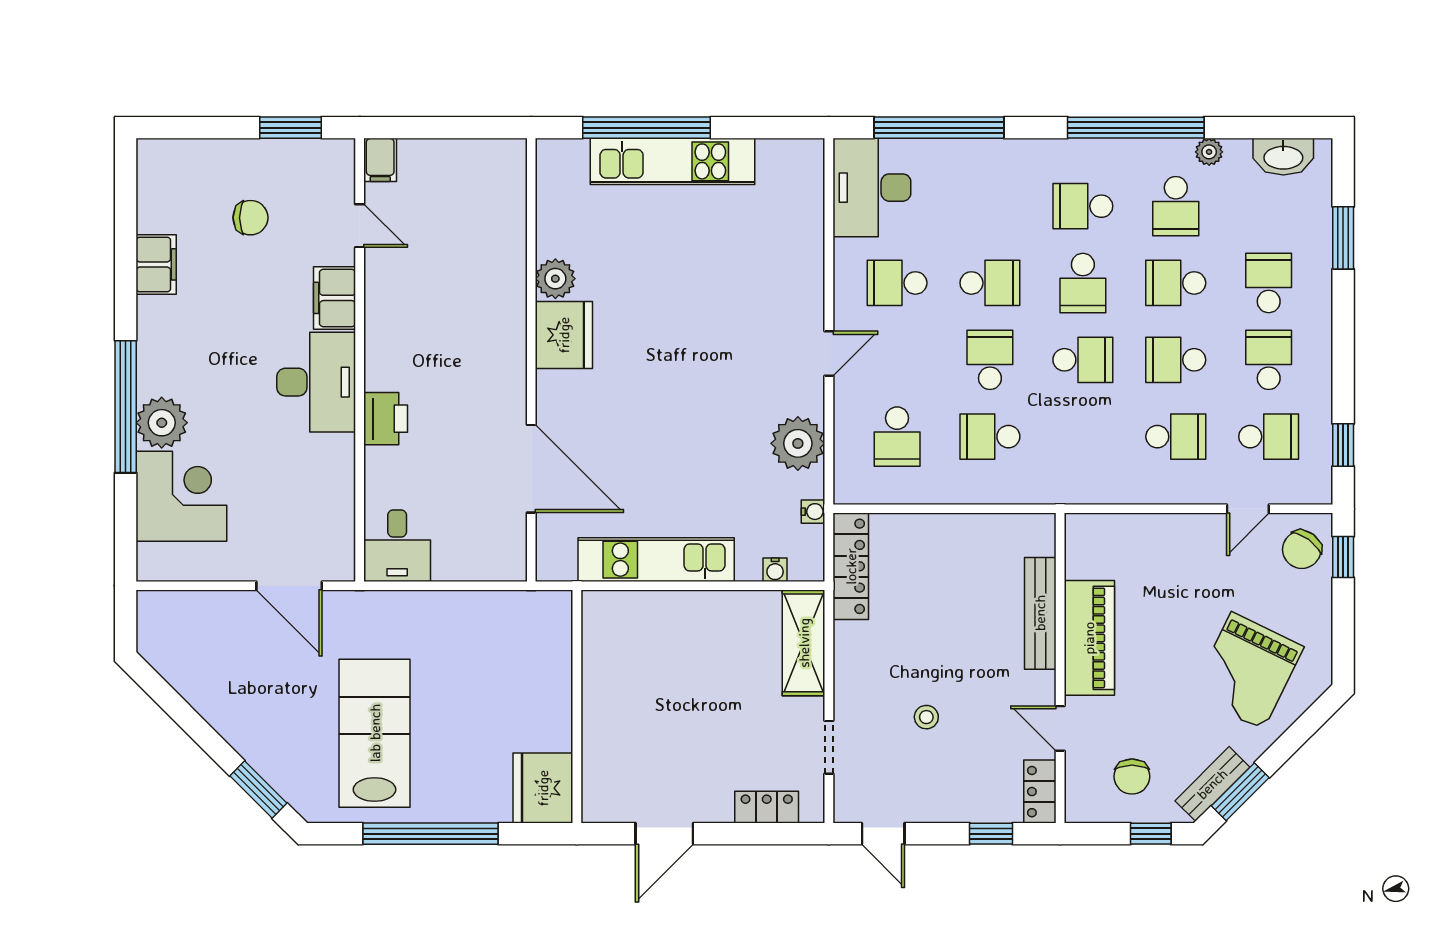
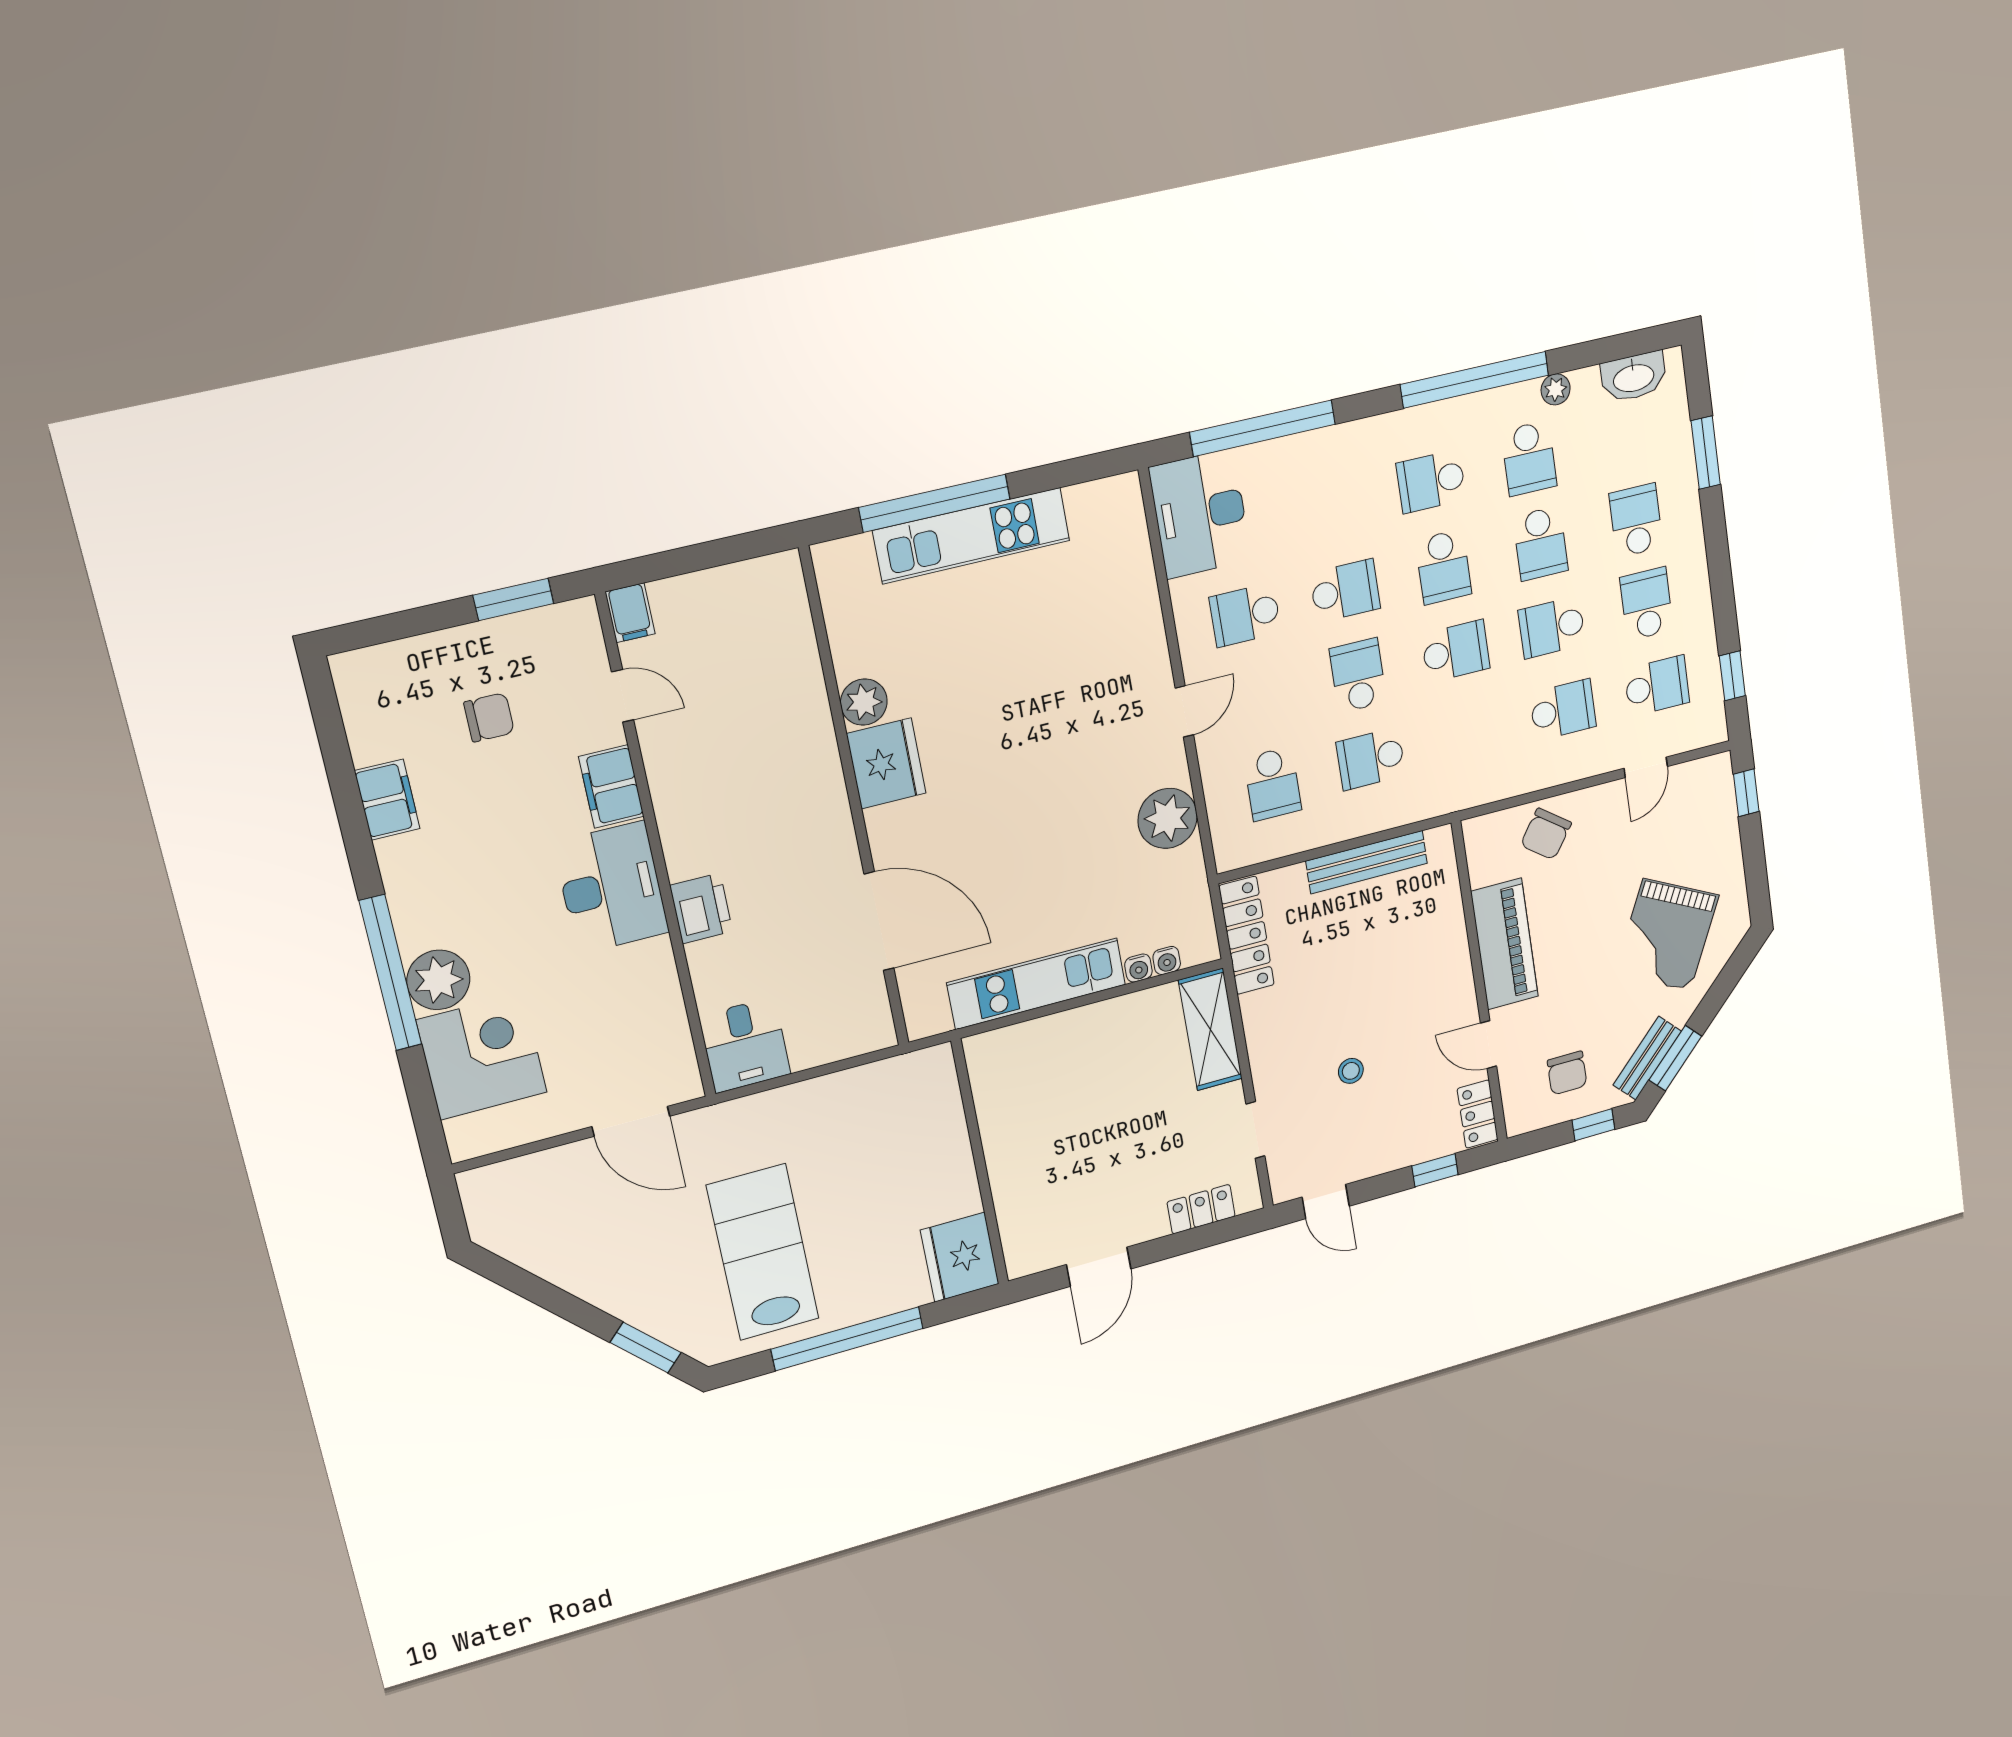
school desk: (1176, 283) -> (1540, 543), turned -90
water cooler: (813, 512) -> (1138, 968), moved, turned 90
chair: (1302, 550) -> (1546, 834), moved
bench: (1040, 613) -> (1367, 862), moved, turned 90

